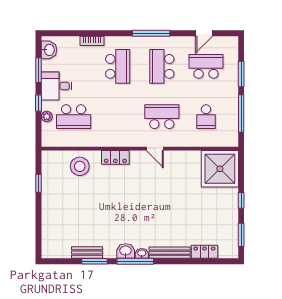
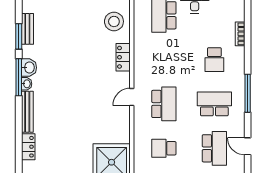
school desk: (118, 66) -> (214, 60), width x0.54

